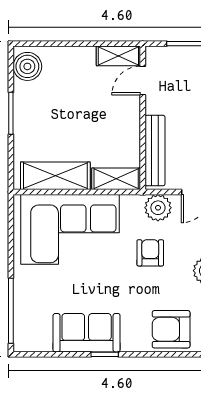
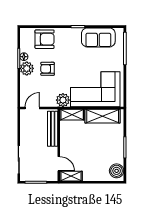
door: (143, 81) -> (59, 164), hinge flipped
plant: (158, 208) -> (63, 100), moved
armchair: (150, 253) -> (48, 69), moved, turned 90
sofa: (87, 333) -> (98, 37), moved

